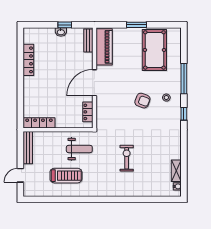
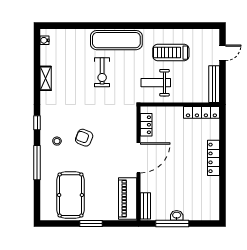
window: (65, 25) -> (172, 224), width x2.17
locker: (28, 60) -> (213, 158), moved
shelving: (176, 171) -> (46, 78), moved
exercise mat: (114, 187) -> (116, 40), added

